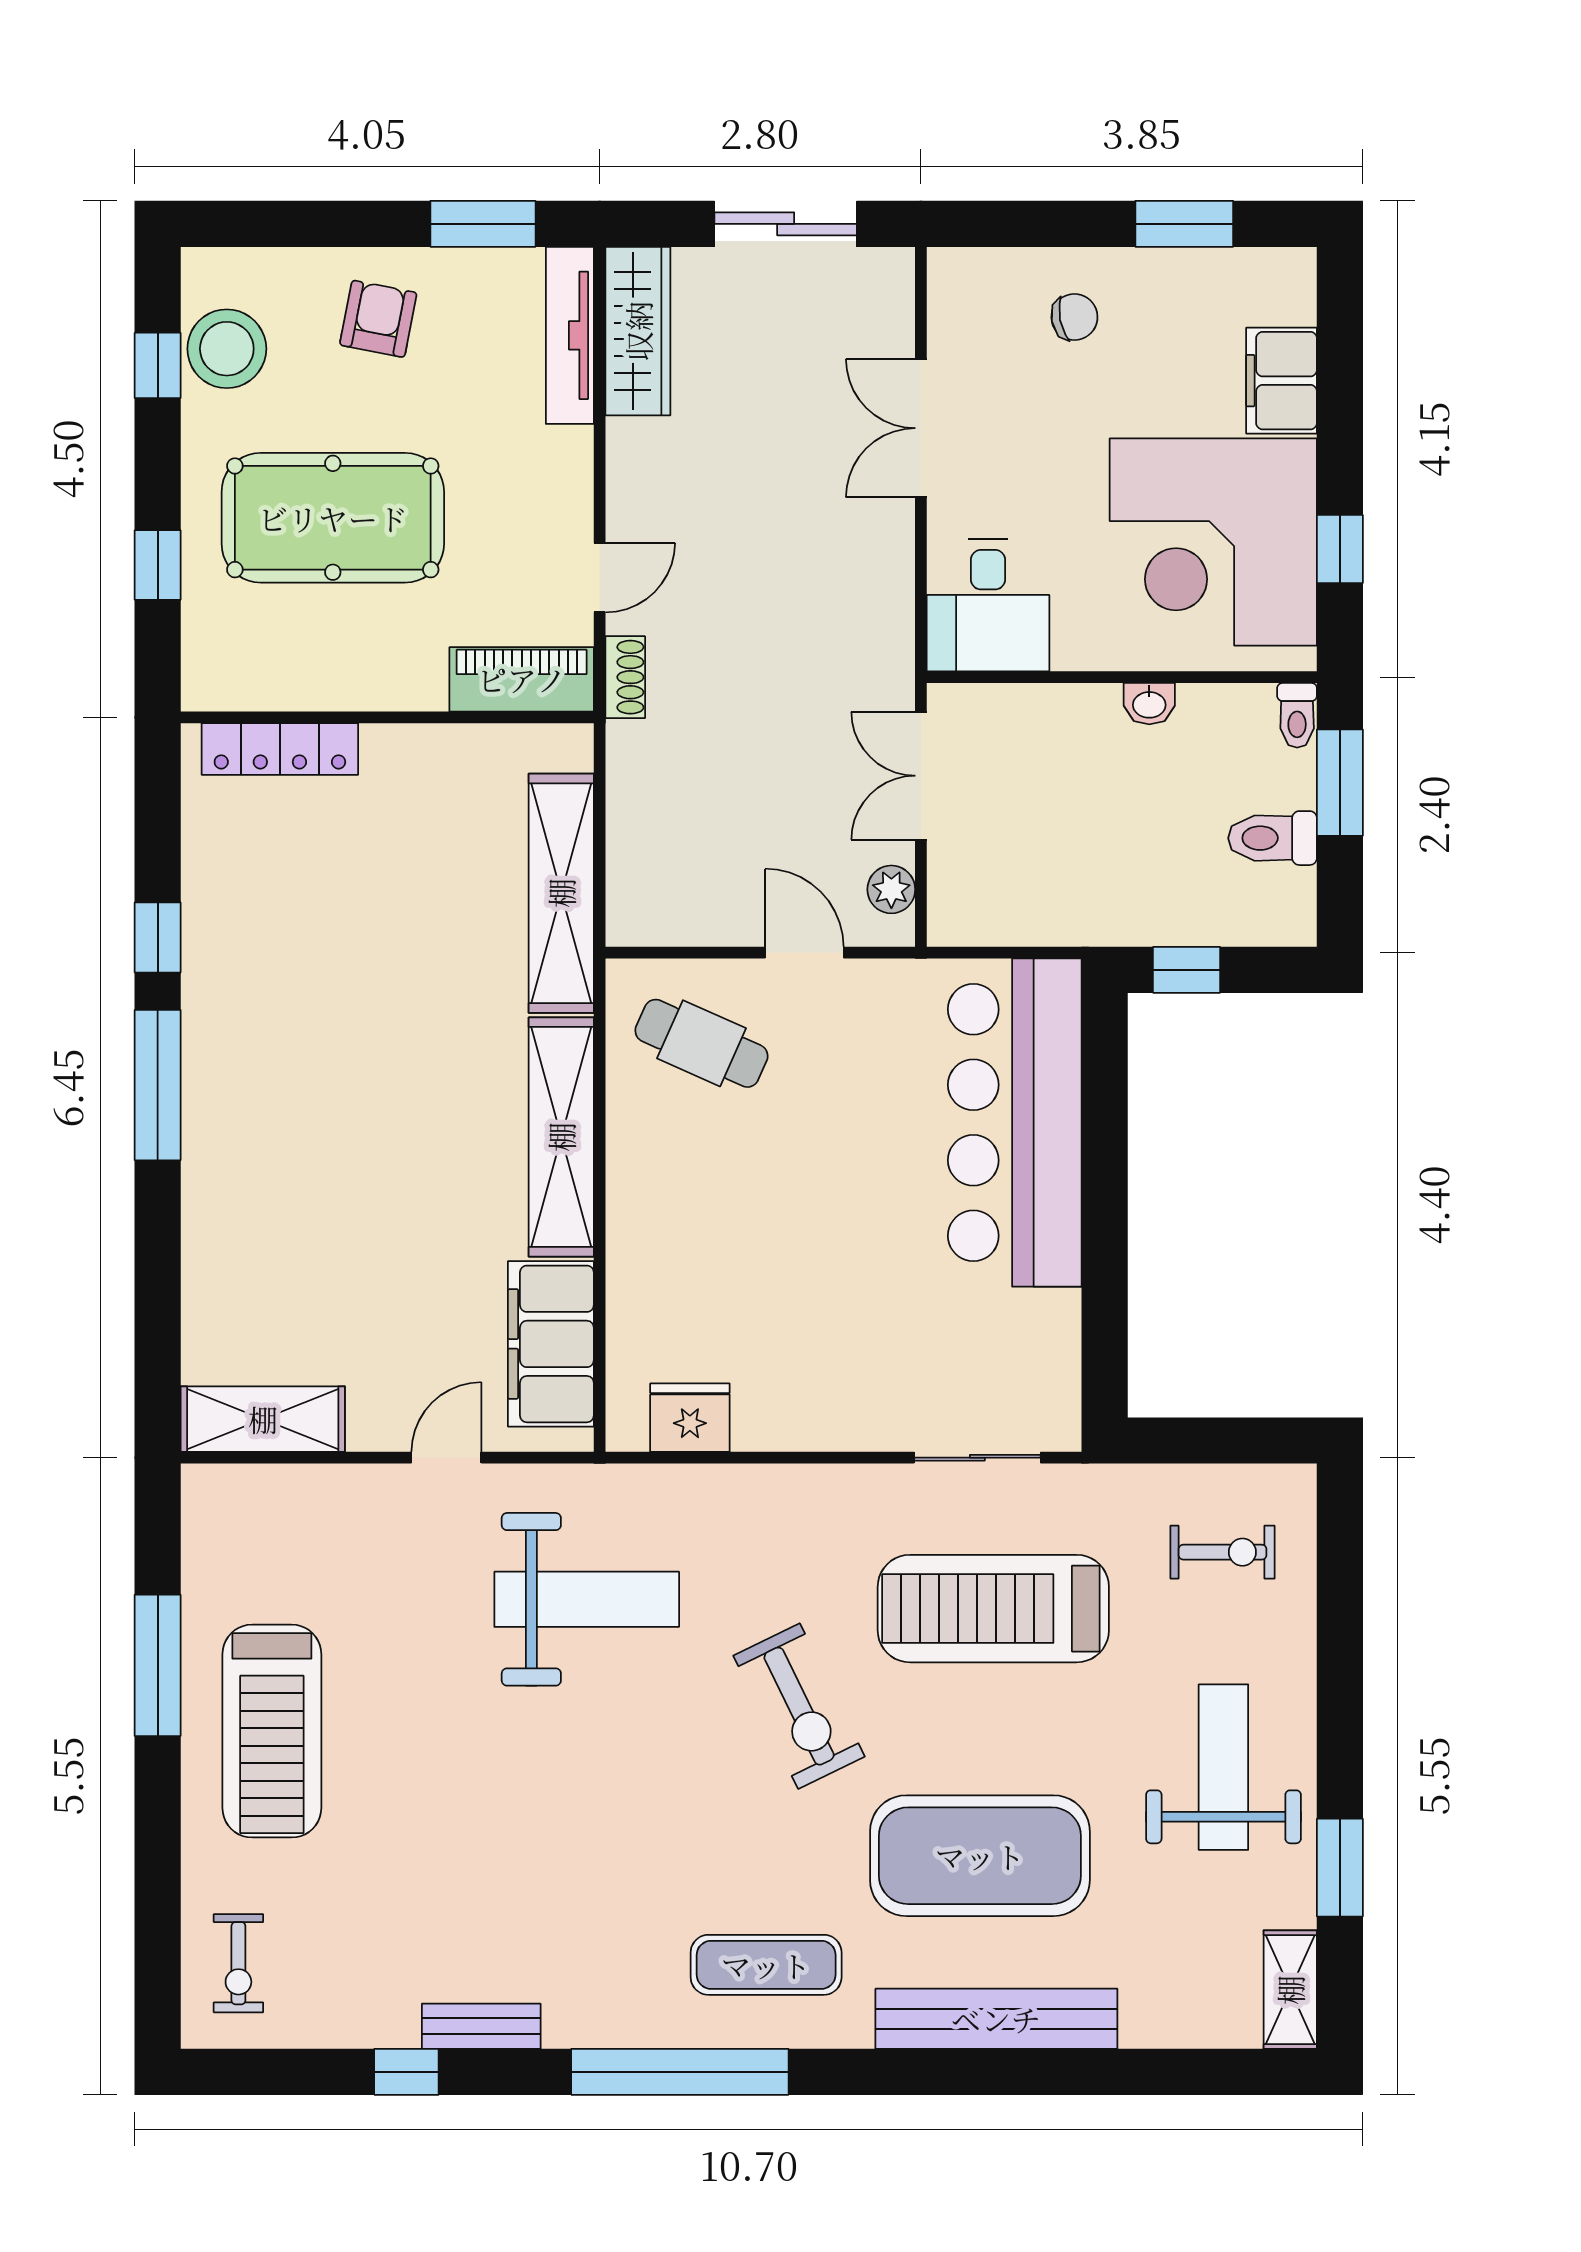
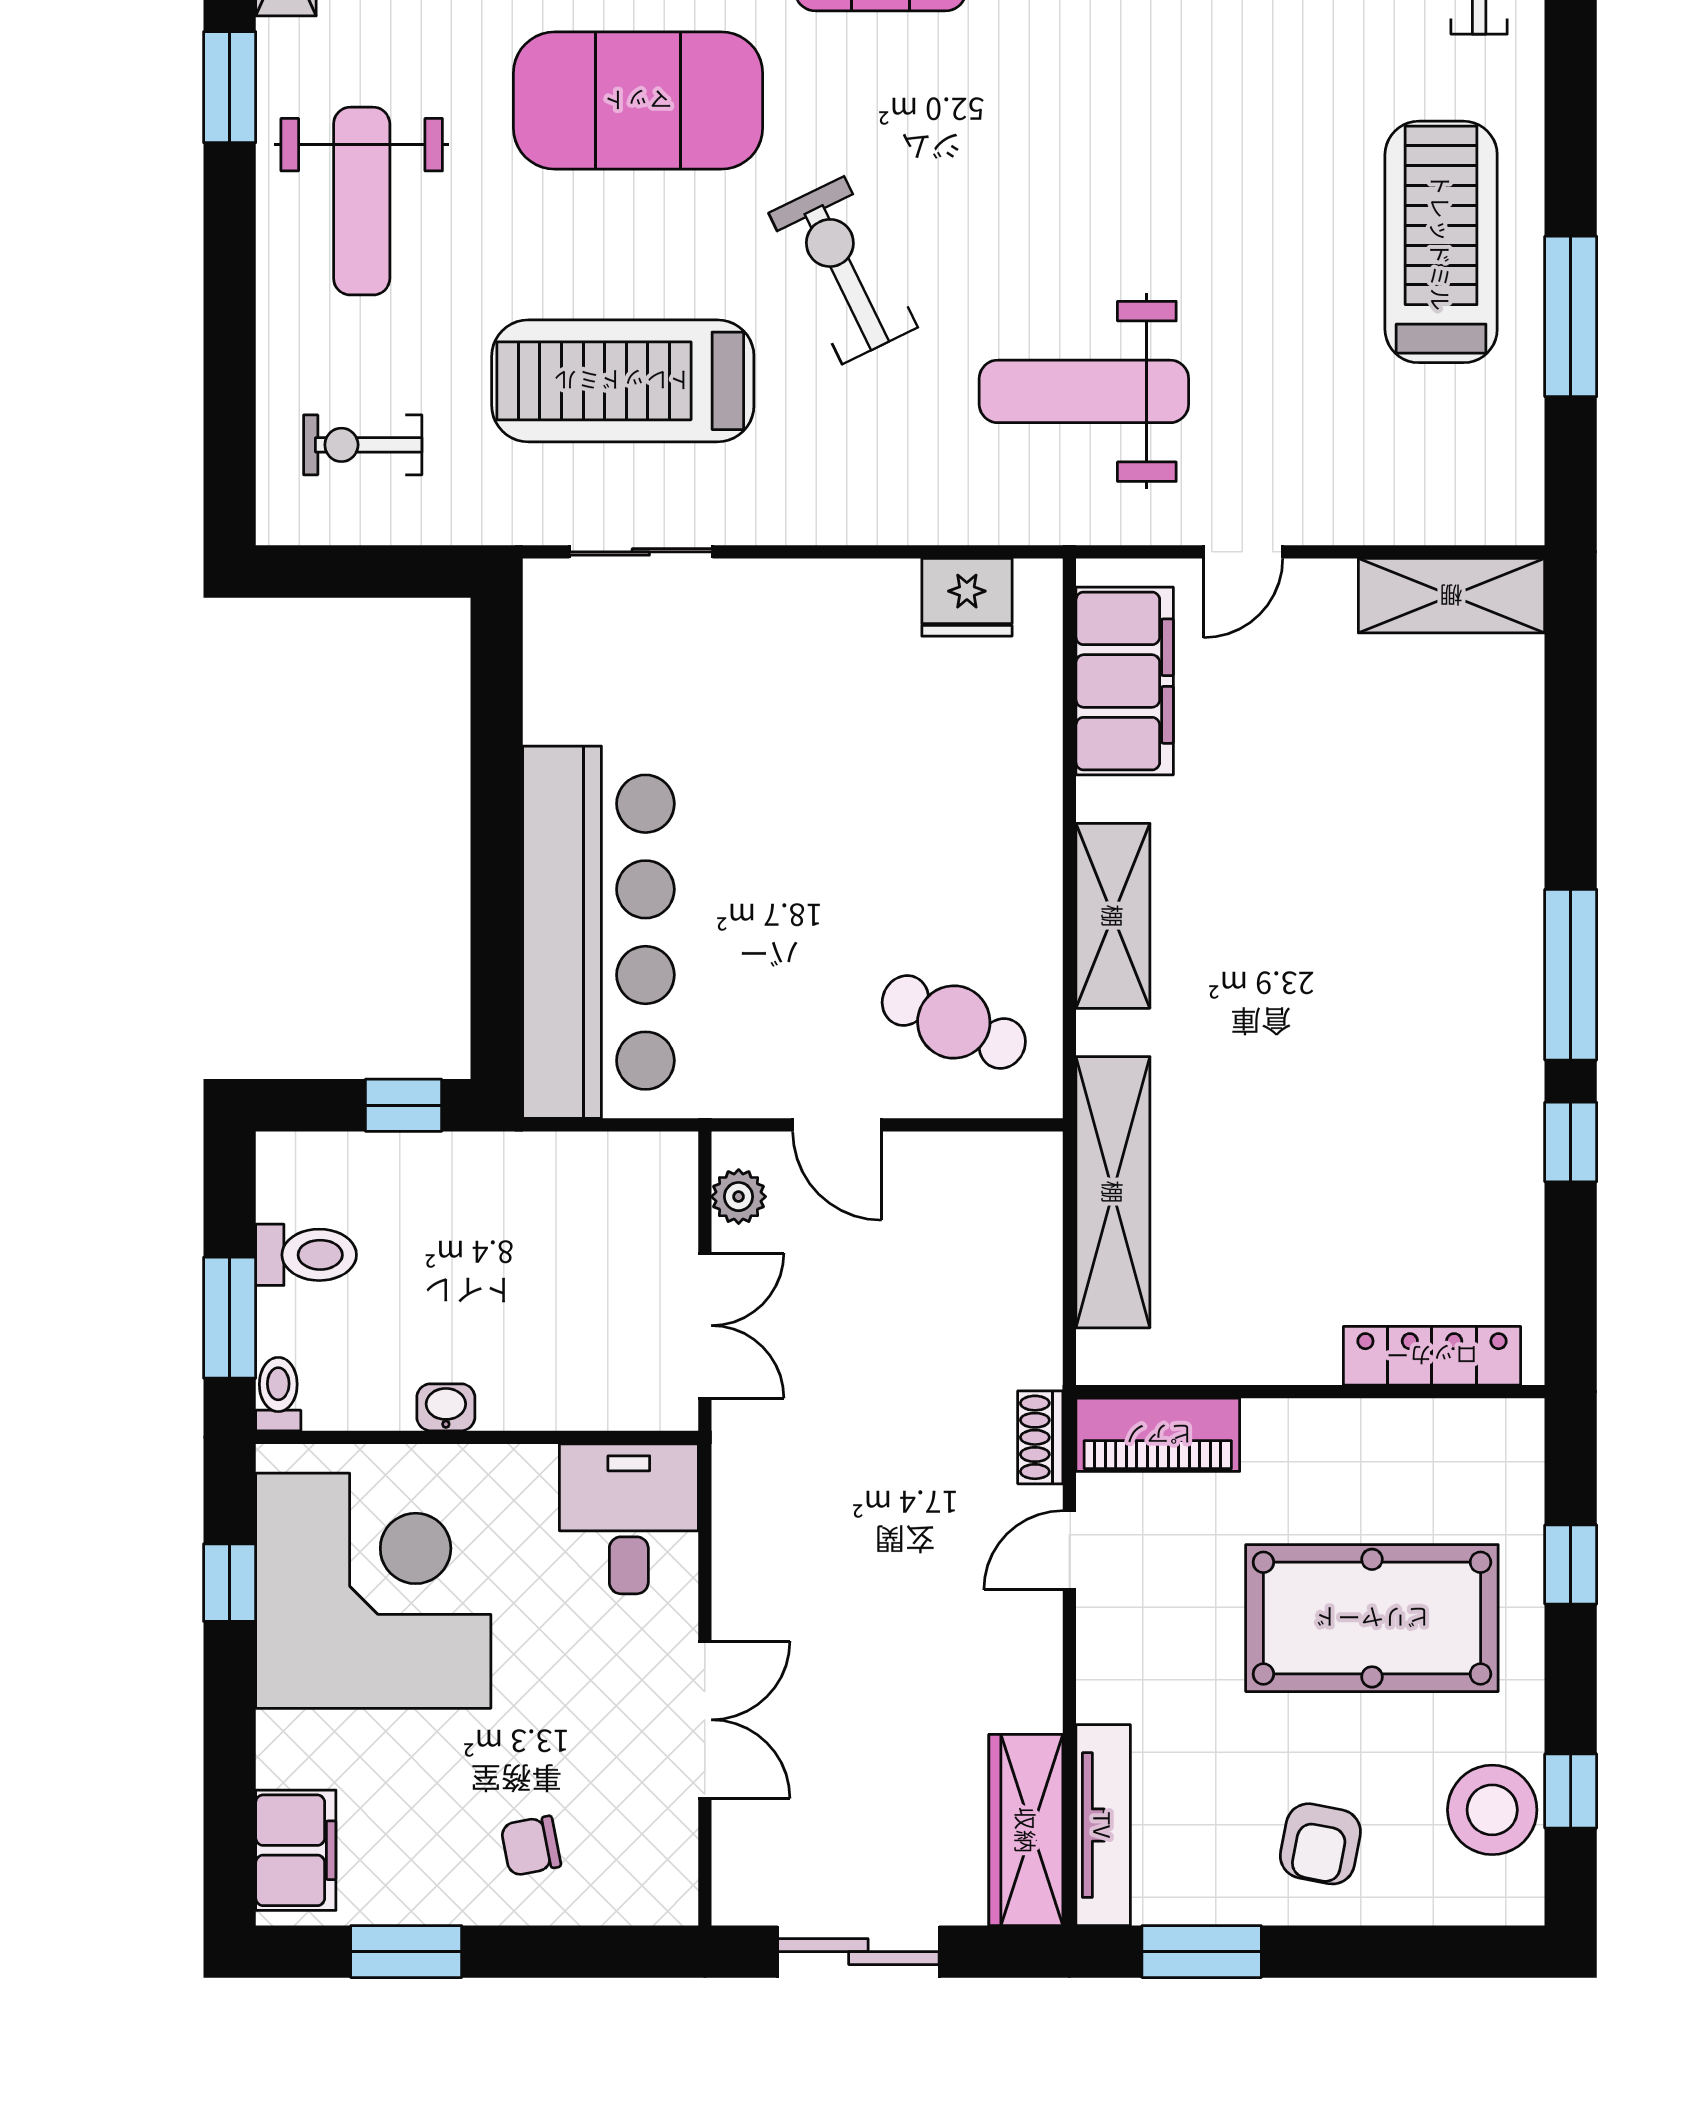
filing cabinet: (1282, 381) -> (296, 1850), moved
shelving: (561, 1137) -> (1113, 916), width x0.68
treadmill: (993, 1609) -> (623, 381), turned 180

